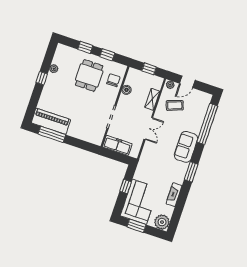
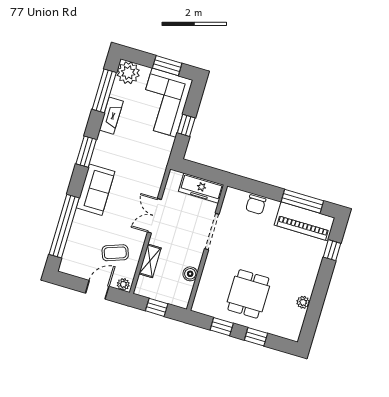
window: (42, 78) -> (332, 250), moved
chair: (113, 80) -> (256, 205), moved
window: (178, 211) -> (104, 91), added

